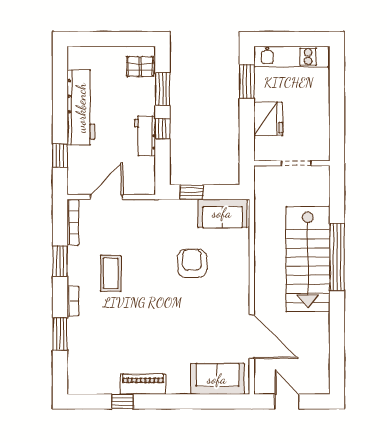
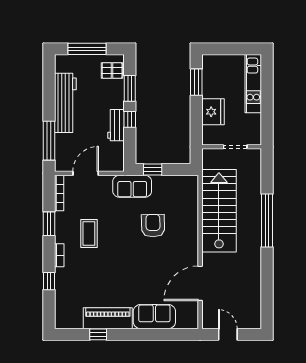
window: (108, 39) -> (87, 49), added
kitchen unit: (291, 57) -> (253, 84), moved, turned 90
window: (60, 155) -> (49, 141), width x2.17
sofa: (222, 213) -> (132, 186), moved
stairs: (308, 259) -> (219, 211), moved, turned 180
window: (60, 334) -> (49, 281), width x0.67
door: (252, 337) -> (200, 283), swing flipped
sofa: (217, 379) -> (154, 317), moved
piano: (143, 384) -> (108, 318), width x1.37, depth x1.33

